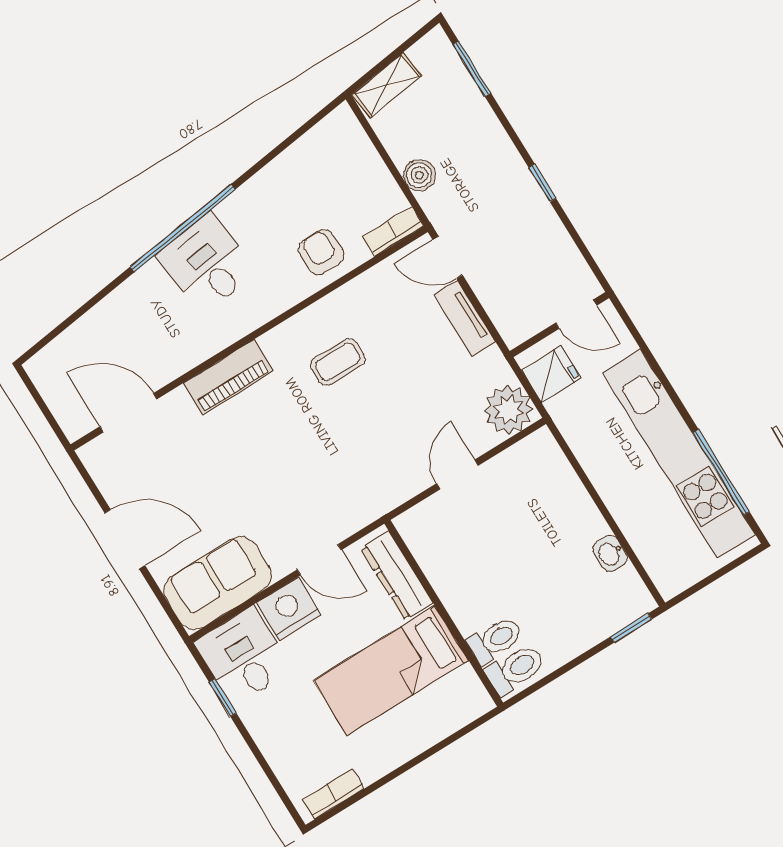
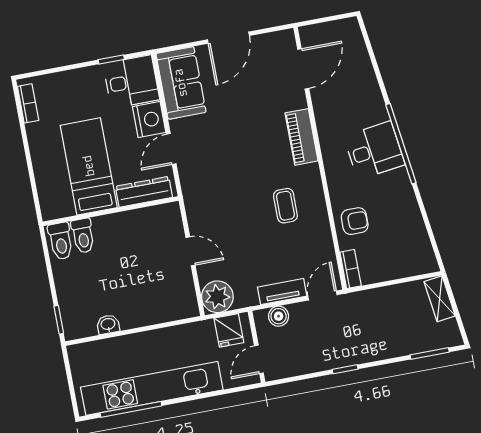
boiler: (419, 175) -> (279, 316), moved

